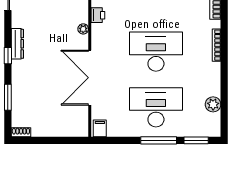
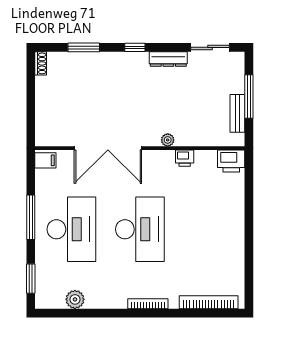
dresser: (17, 44) -> (168, 59), moved
double door: (90, 78) -> (108, 148), swing flipped
window: (159, 140) -> (31, 217), moved

